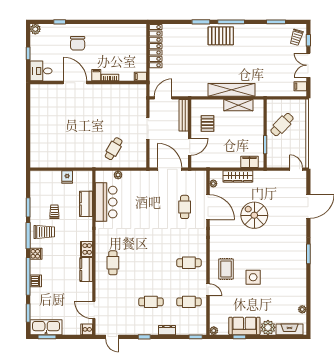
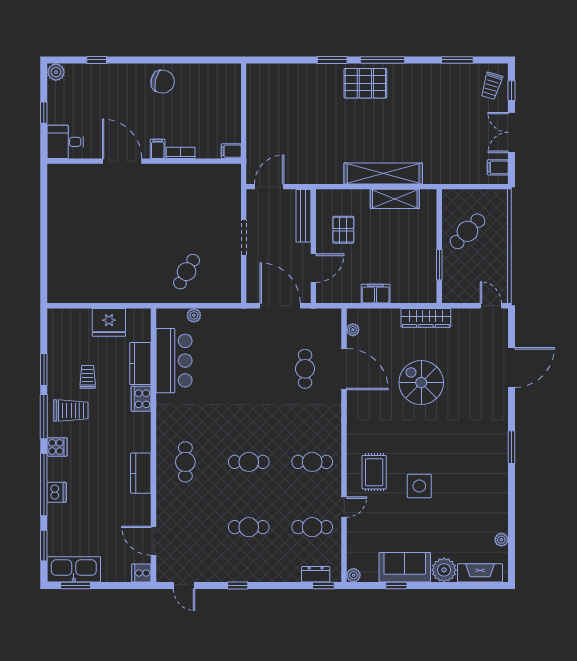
chair: (78, 43) -> (163, 82), moved, turned -77
locker: (156, 46) -> (257, 101), removed
filing cabinet: (249, 162) -> (376, 294), moved
wardrobe: (238, 176) -> (426, 318), moved
fridge: (67, 177) -> (109, 322), width x1.88, depth x1.34
cooker: (86, 249) -> (141, 399), moved
cafe table: (151, 263) -> (249, 462), added
door: (208, 290) -> (344, 507), hinge flipped
dresser: (167, 330) -> (316, 574), moved

